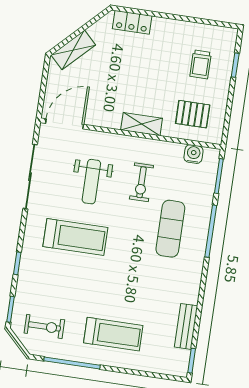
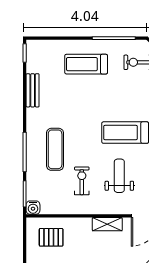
shelving: (142, 124) -> (107, 224), moved
water cooler: (193, 154) -> (33, 208), moved
bench: (186, 326) -> (33, 90), moved

